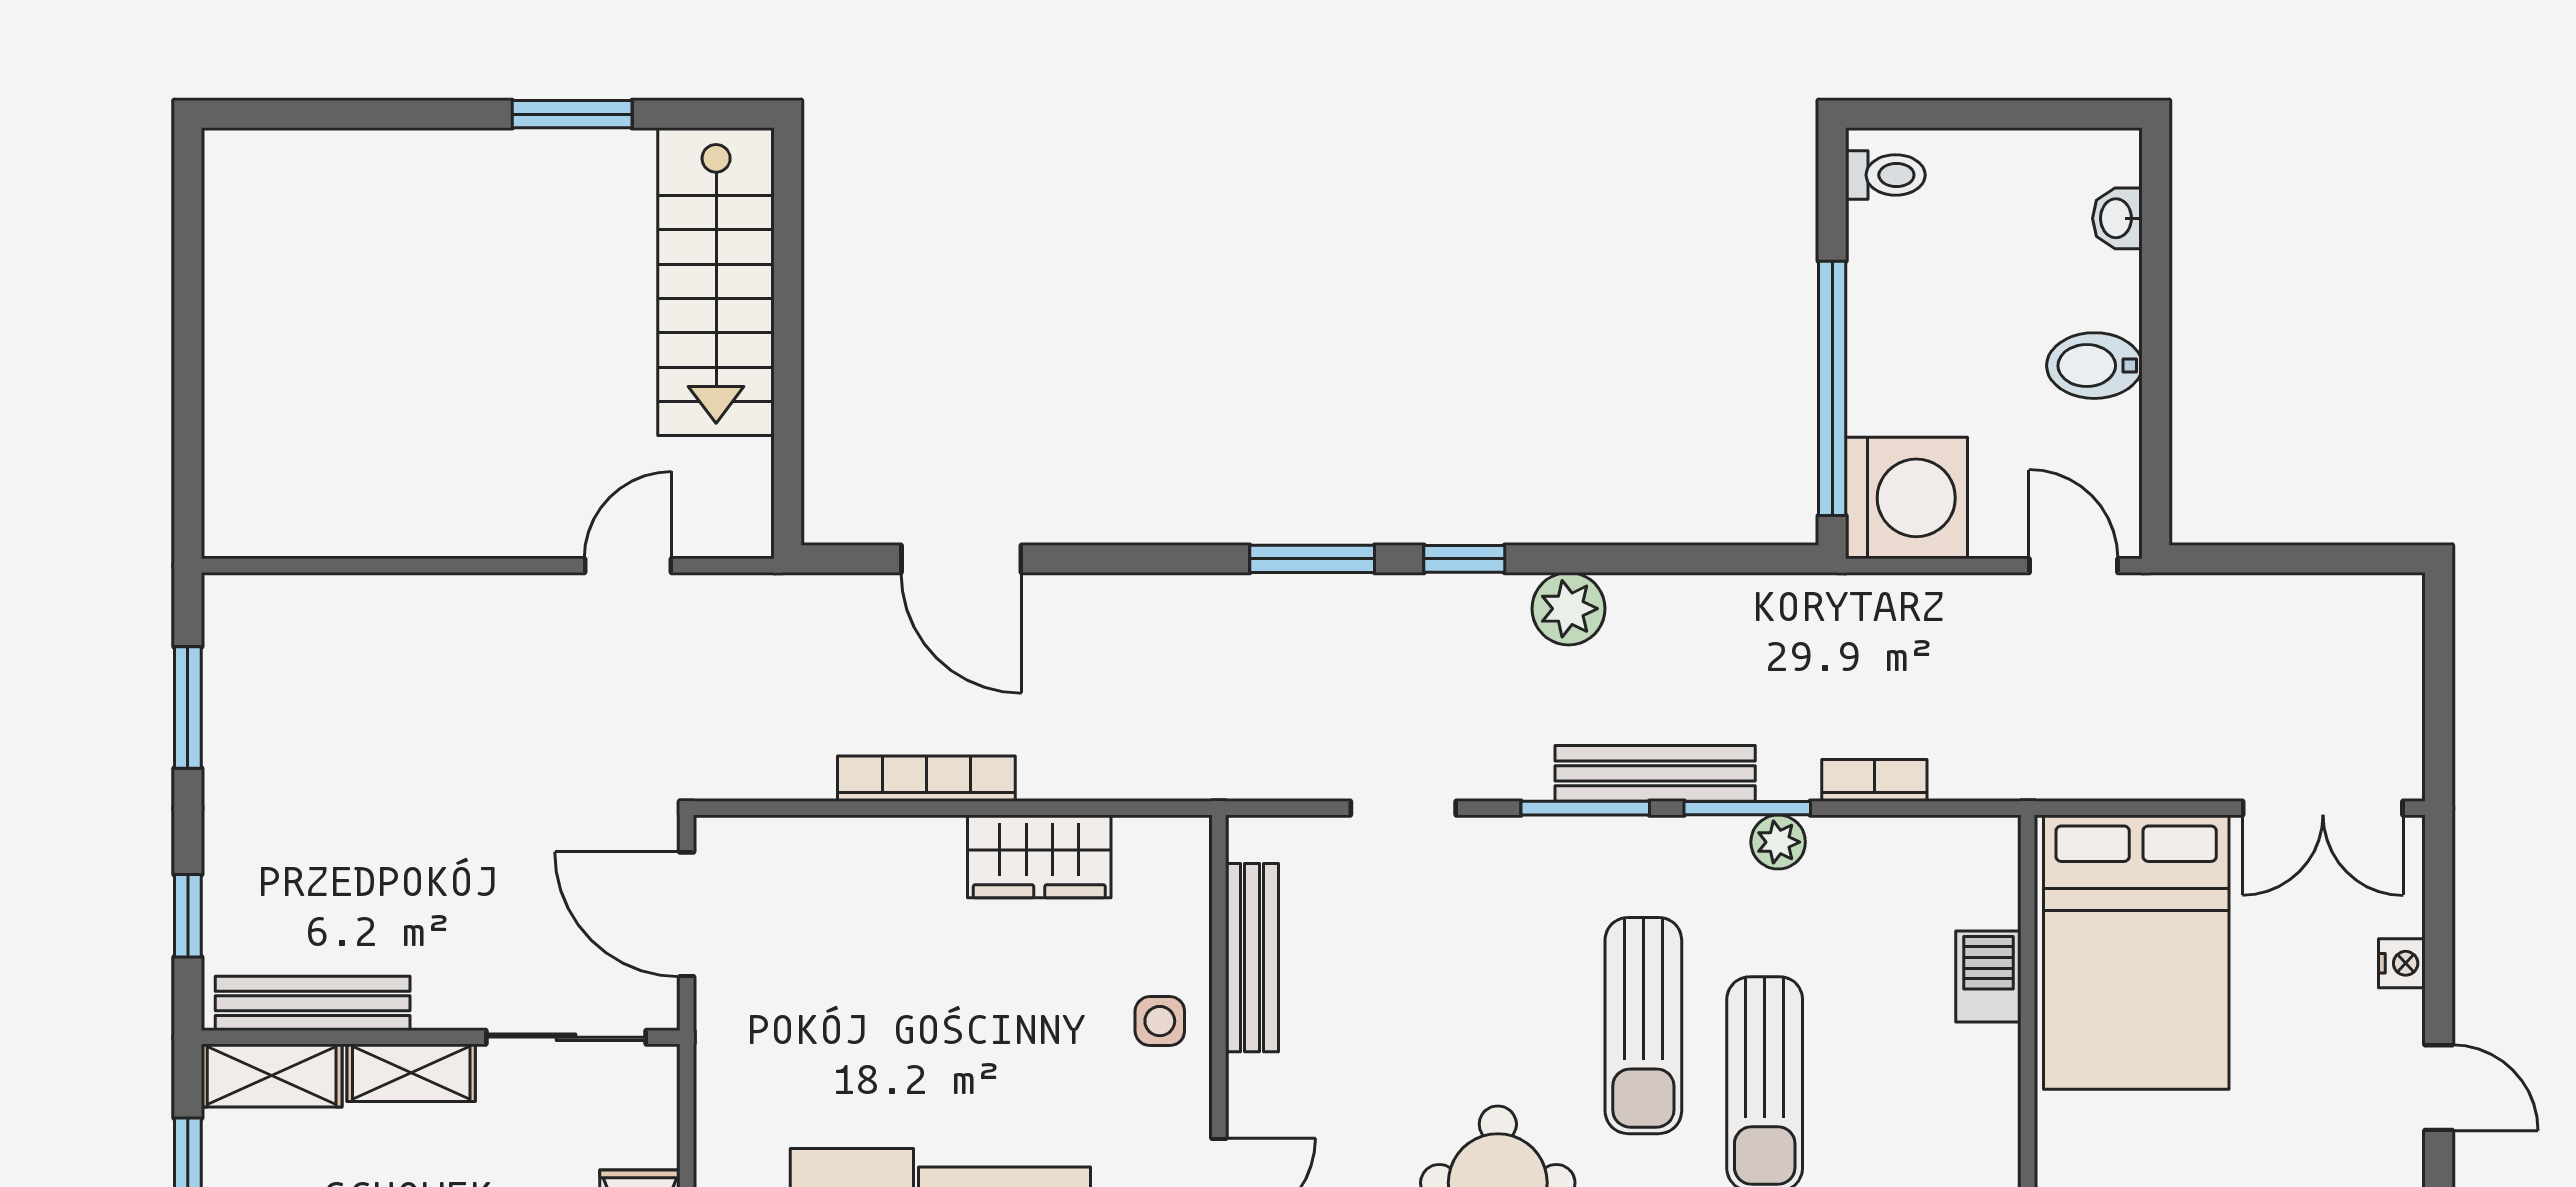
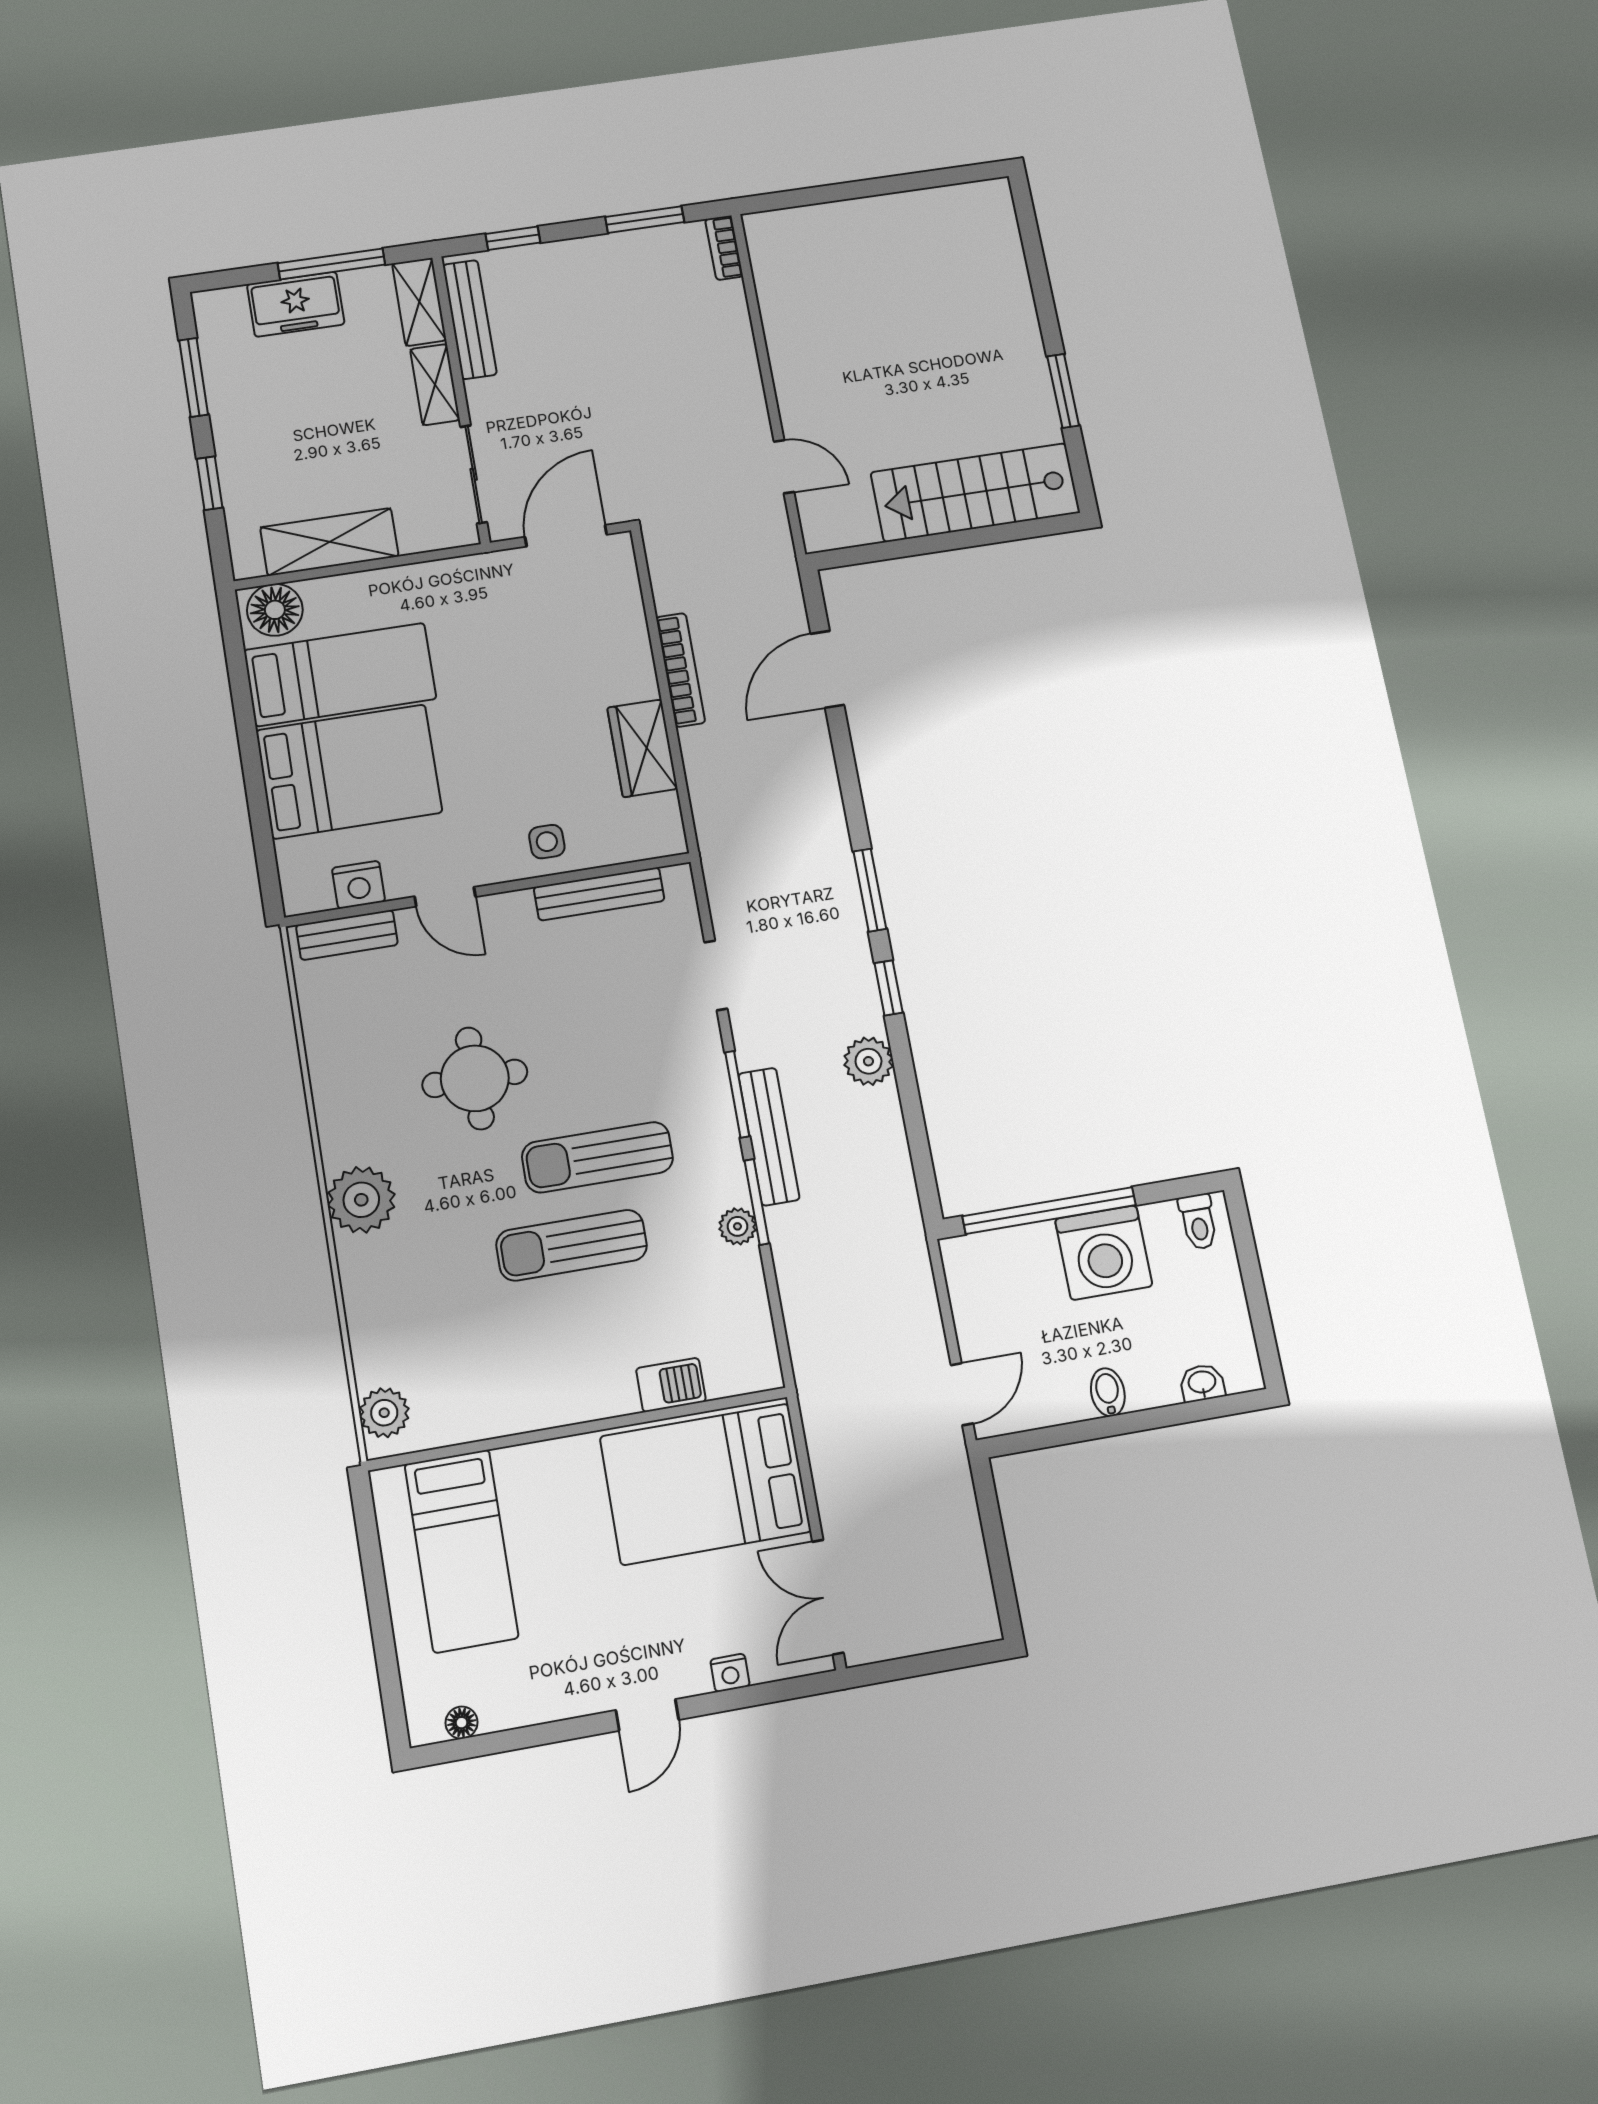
bidet: (2094, 366) -> (1108, 1392), width x0.72, depth x0.74
washing machine: (1906, 498) -> (1104, 1253), moved
bookcase: (1874, 780) -> (724, 248), moved, turned 180

